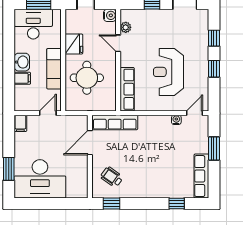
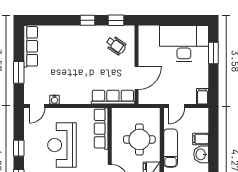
reception desk: (168, 72) -> (62, 145), turned 180
window: (177, 204) -> (88, 20), moved

